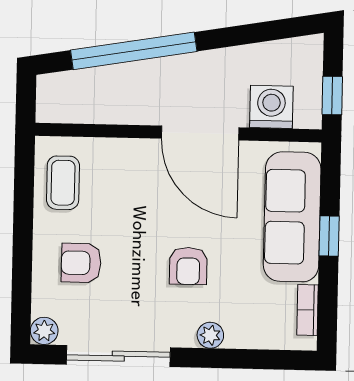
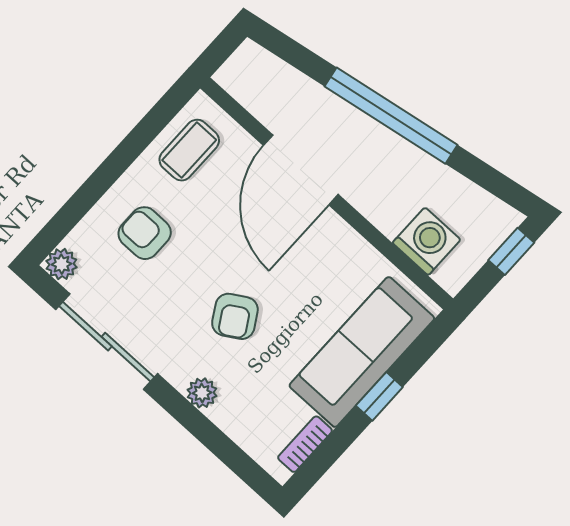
window: (134, 51) -> (391, 116), moved
window: (332, 95) -> (511, 251), moved
door: (200, 133) -> (301, 170), moved
armchair: (188, 266) -> (235, 316), turned -31

